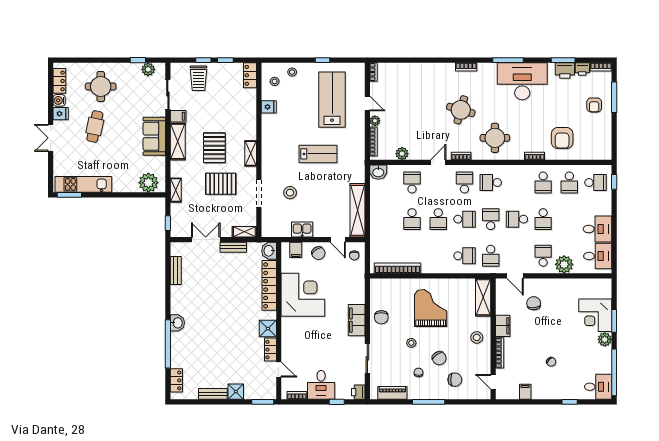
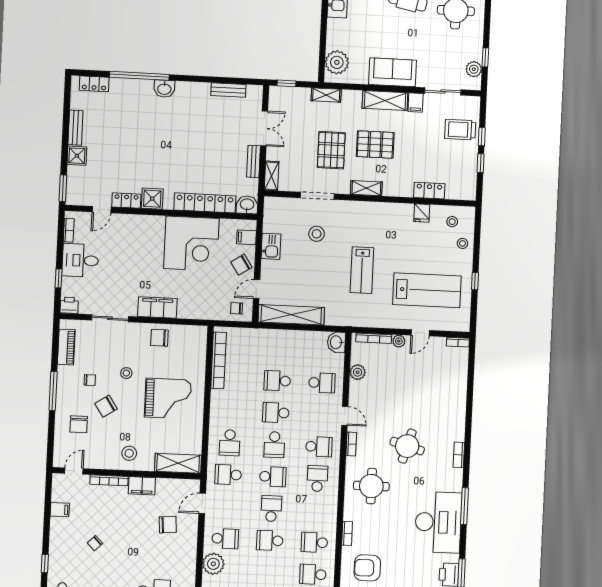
locker: (250, 75) -> (429, 191), moved

